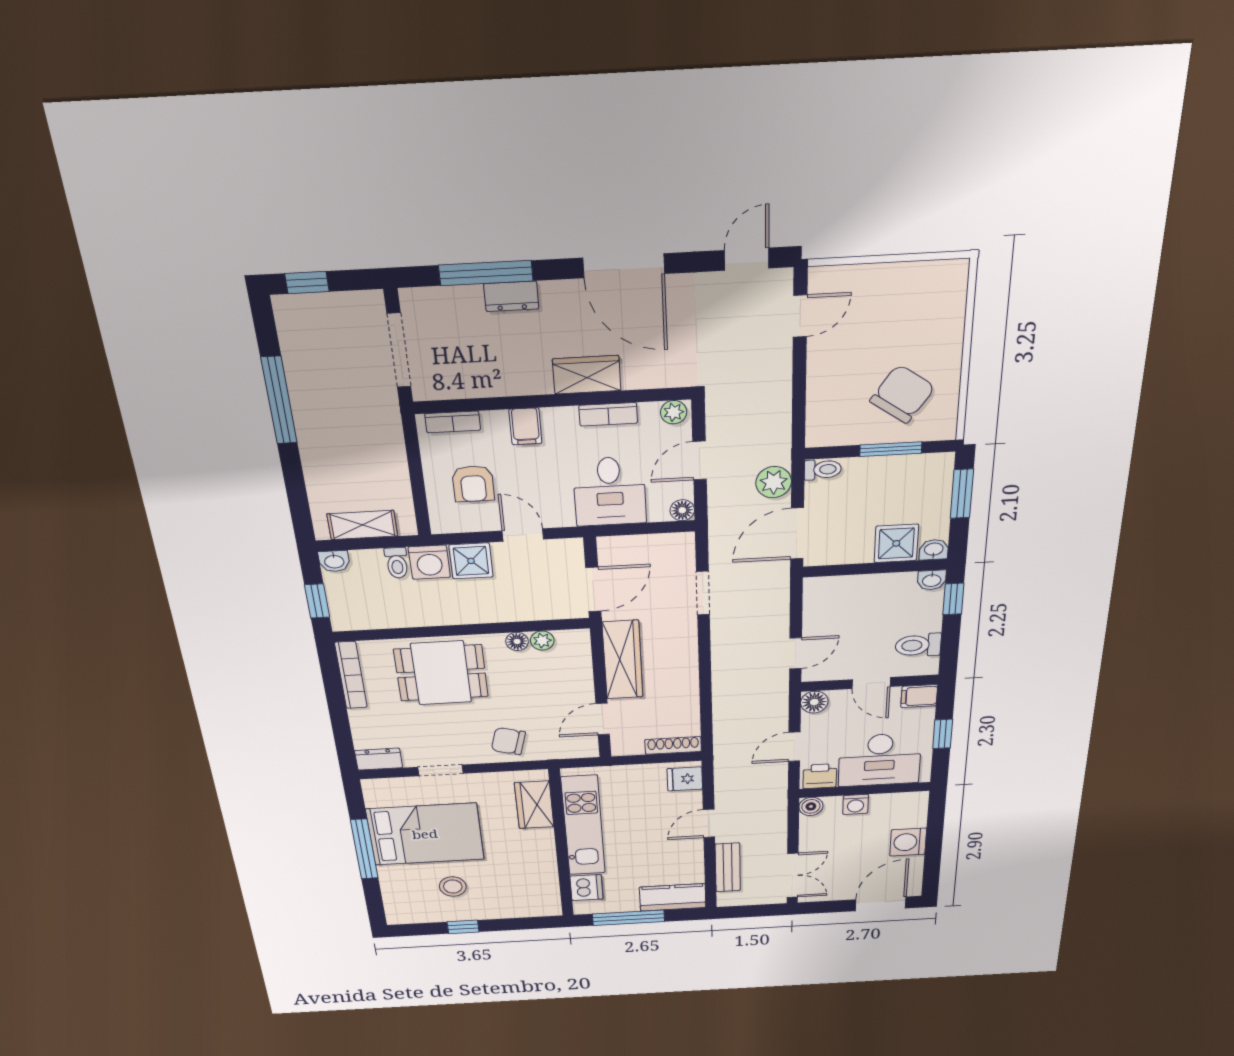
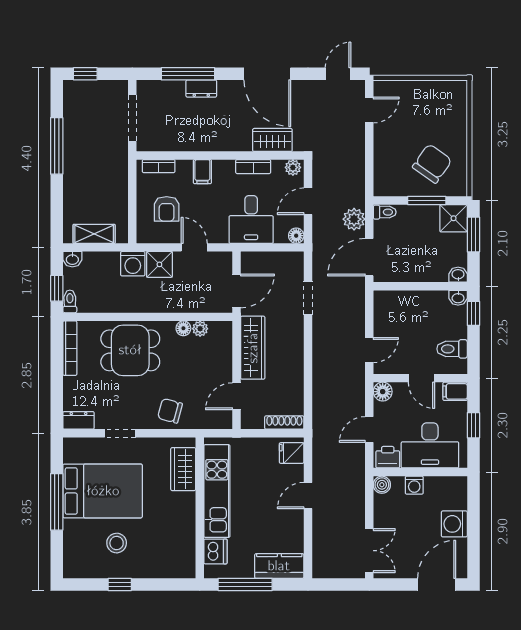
wardrobe: (587, 375) -> (272, 140), moved
shower: (896, 543) -> (454, 218), moved
toilet: (397, 563) -> (70, 301), moved, turned 180
bench: (728, 867) -> (321, 539), removed

